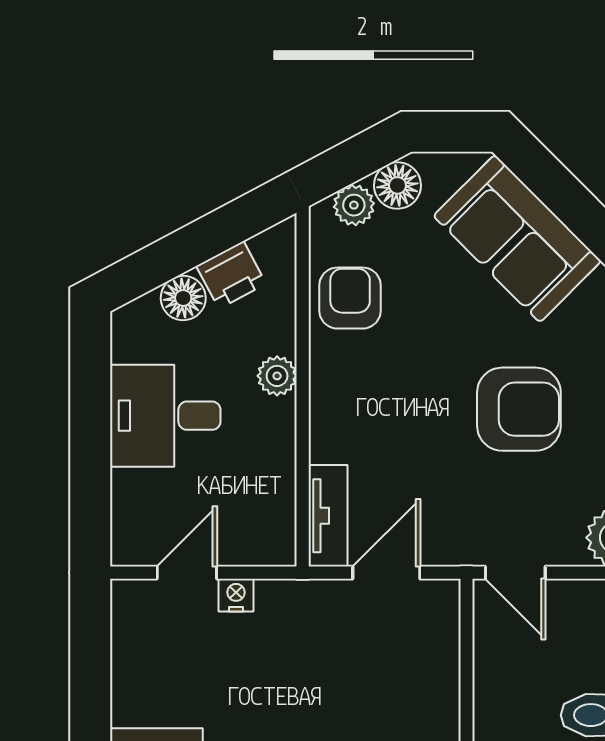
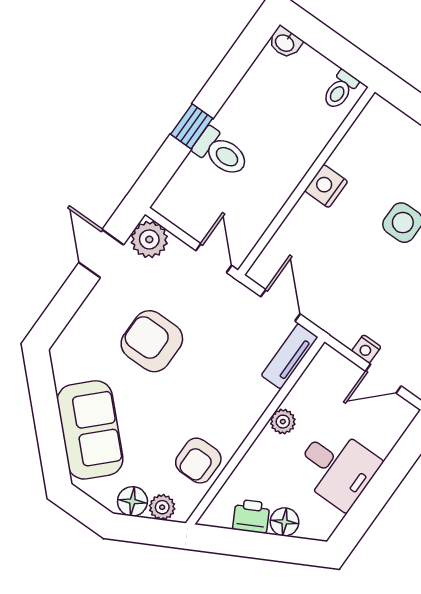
plant: (277, 376) -> (283, 422), moved
door: (386, 573) -> (280, 305), swing flipped

